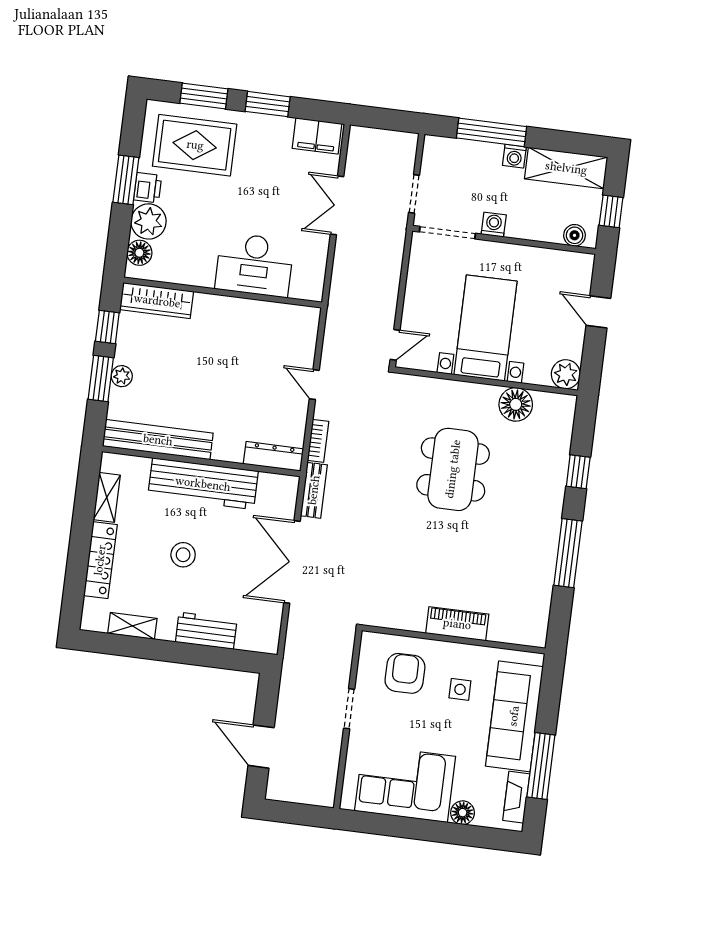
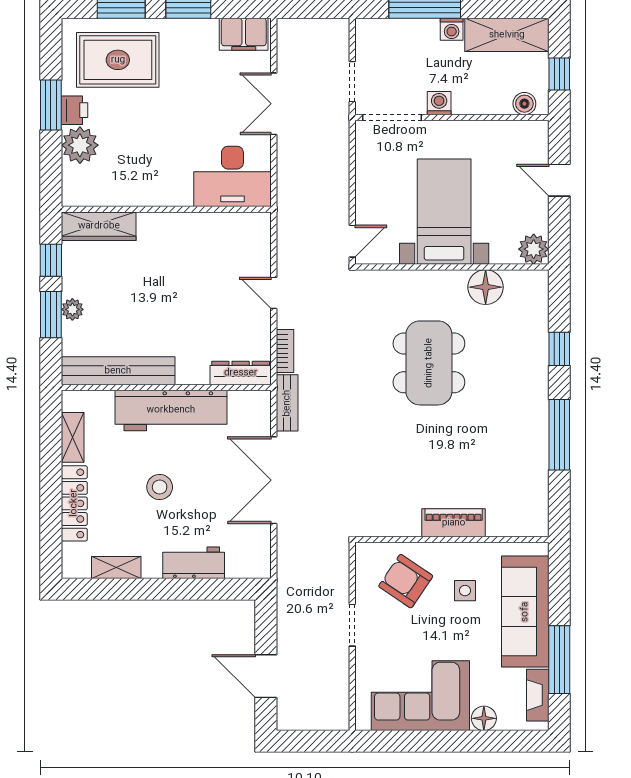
floor lamp: (139, 253) -> (75, 179), removed
desk: (254, 265) -> (232, 176), moved
armchair: (405, 673) -> (406, 581), turned -56

